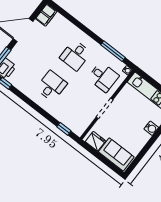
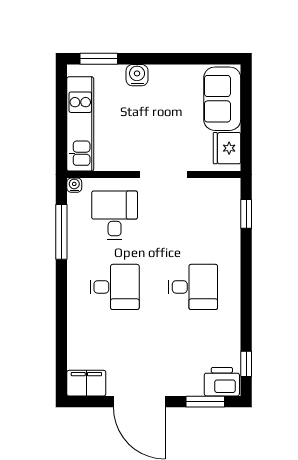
desk: (52, 86) -> (193, 287), turned 180

